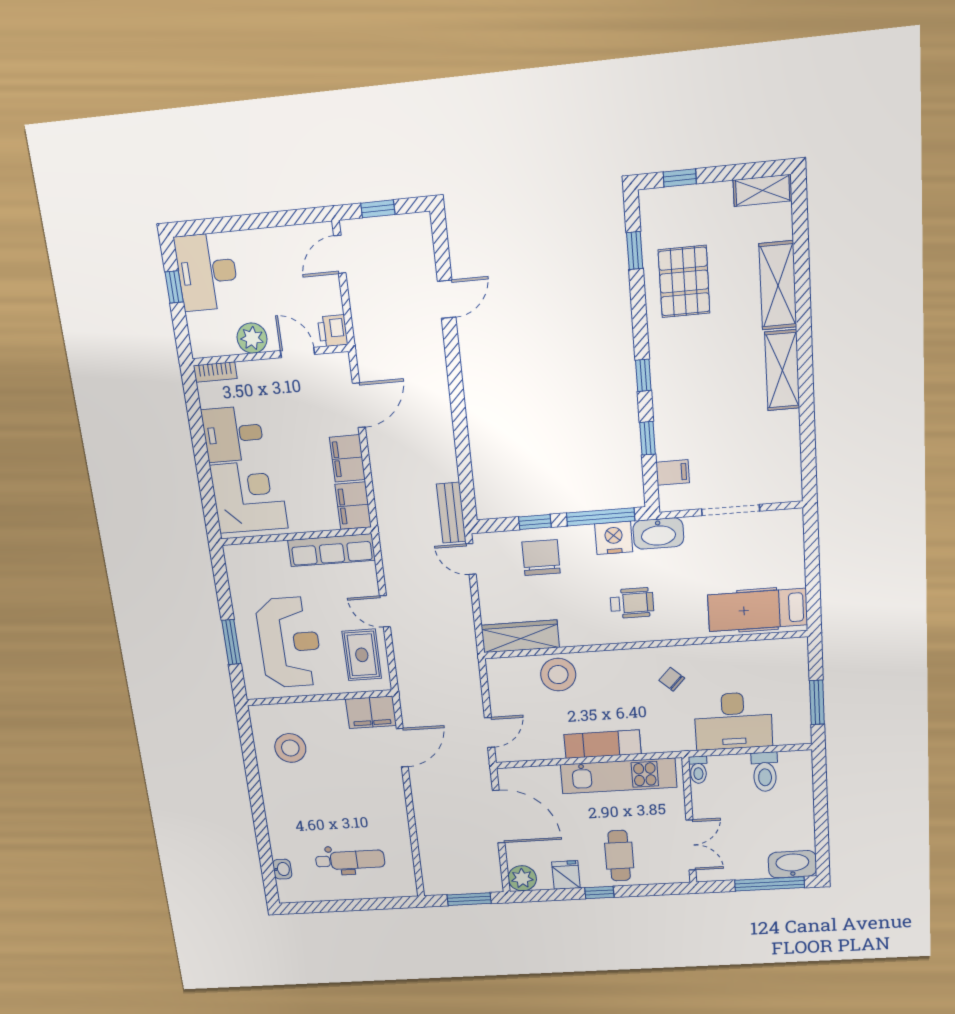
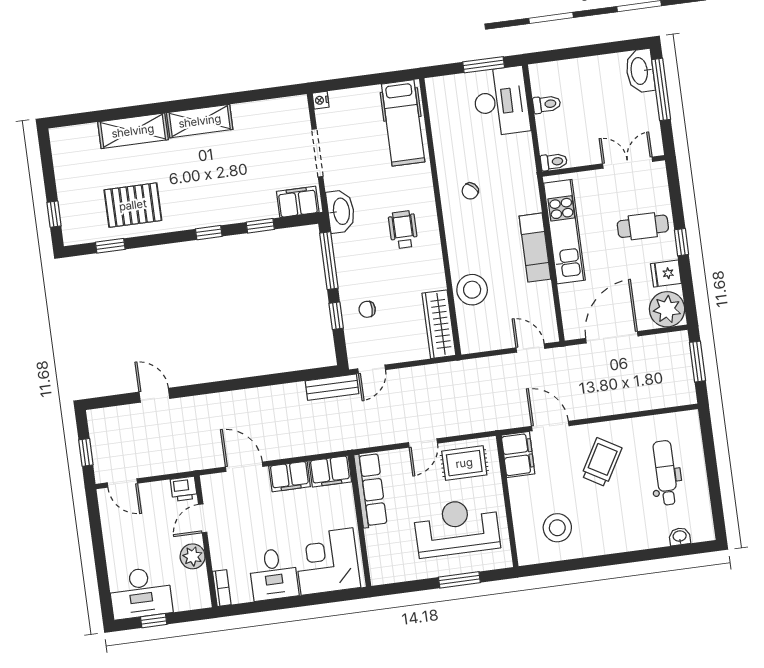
shelving: (763, 190) -> (61, 149), removed
filing cabinet: (673, 472) -> (298, 202), width x2.00
nightstand: (614, 538) -> (321, 100), moved, width x0.53, depth x0.56
chair: (541, 558) -> (367, 309), width x0.54, depth x0.54
desk: (733, 721) -> (501, 101), moved
toilet: (765, 772) -> (547, 104), width x0.73, depth x0.72
trolley: (362, 797) -> (601, 462), added
plant: (522, 878) -> (667, 309), width x1.36, depth x1.36

